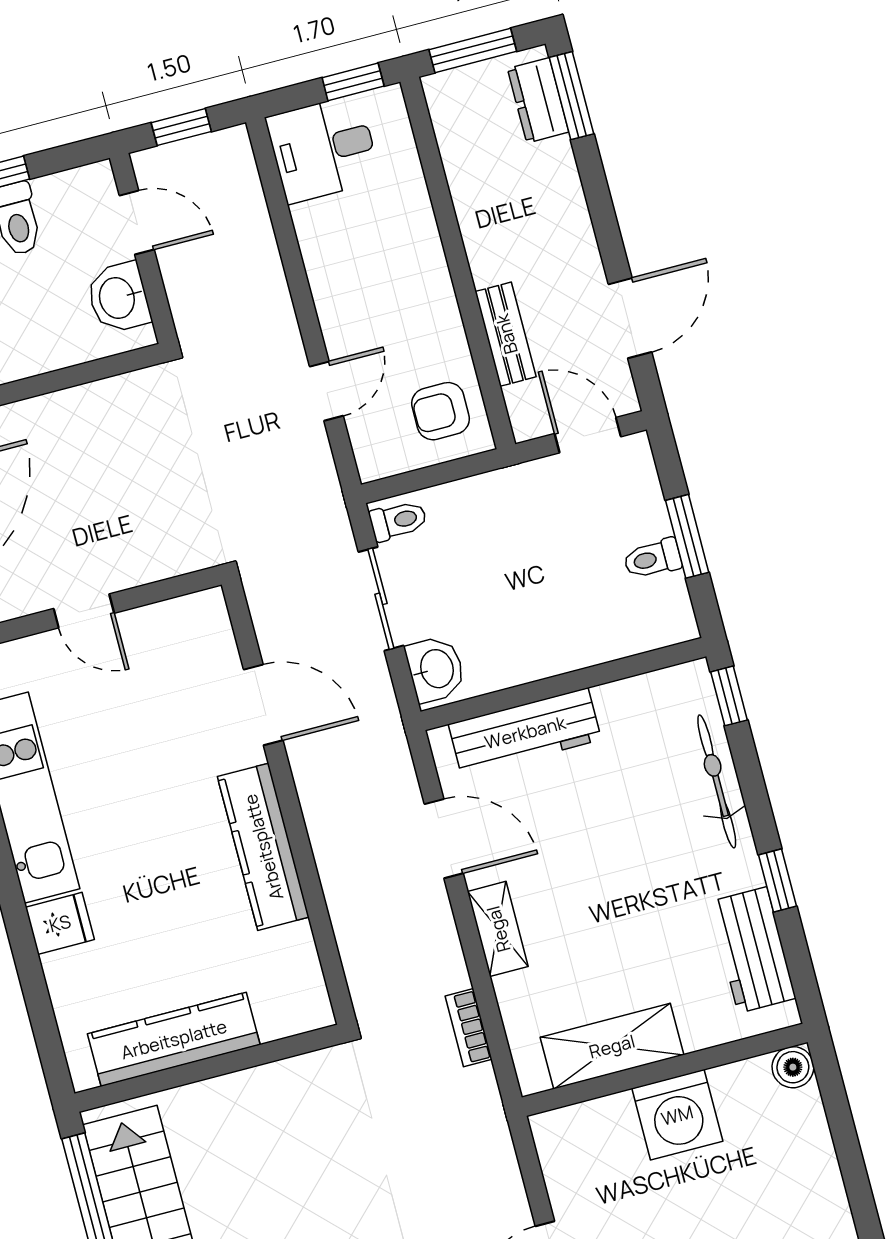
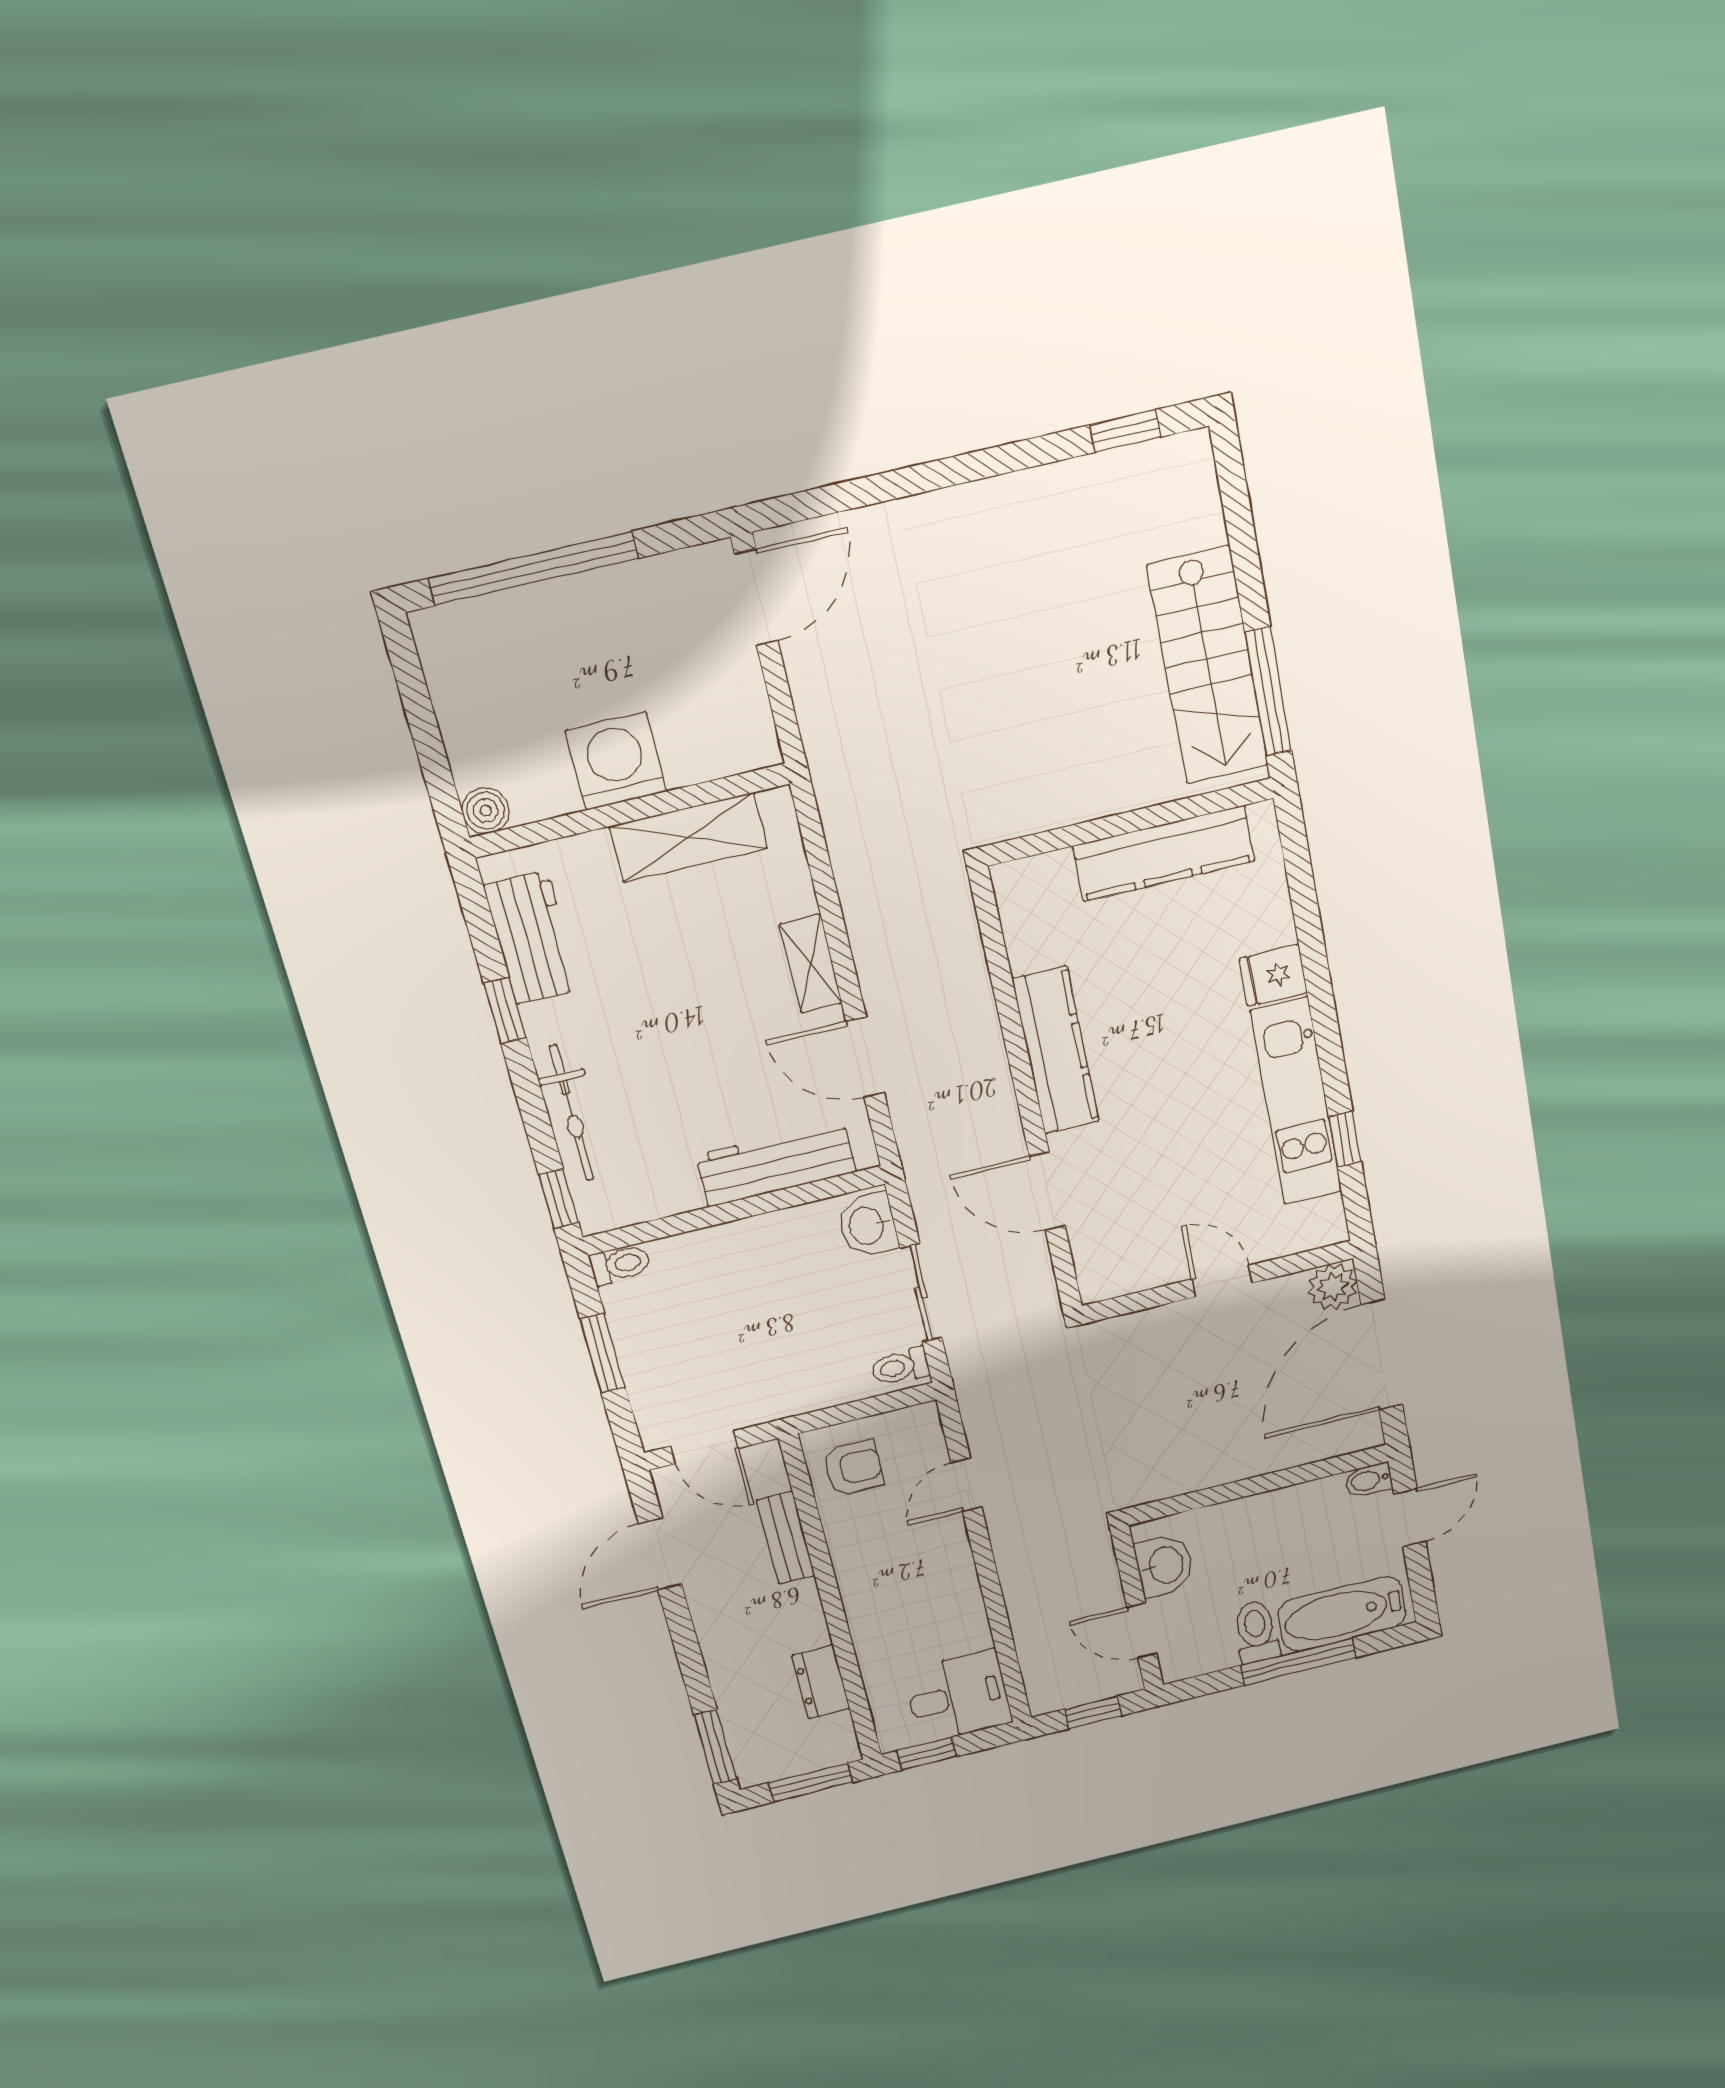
dresser: (538, 100) -> (821, 1682), moved, turned 180
toilet: (653, 559) -> (620, 1264), moved
bookcase: (469, 1028) -> (846, 860), removed

